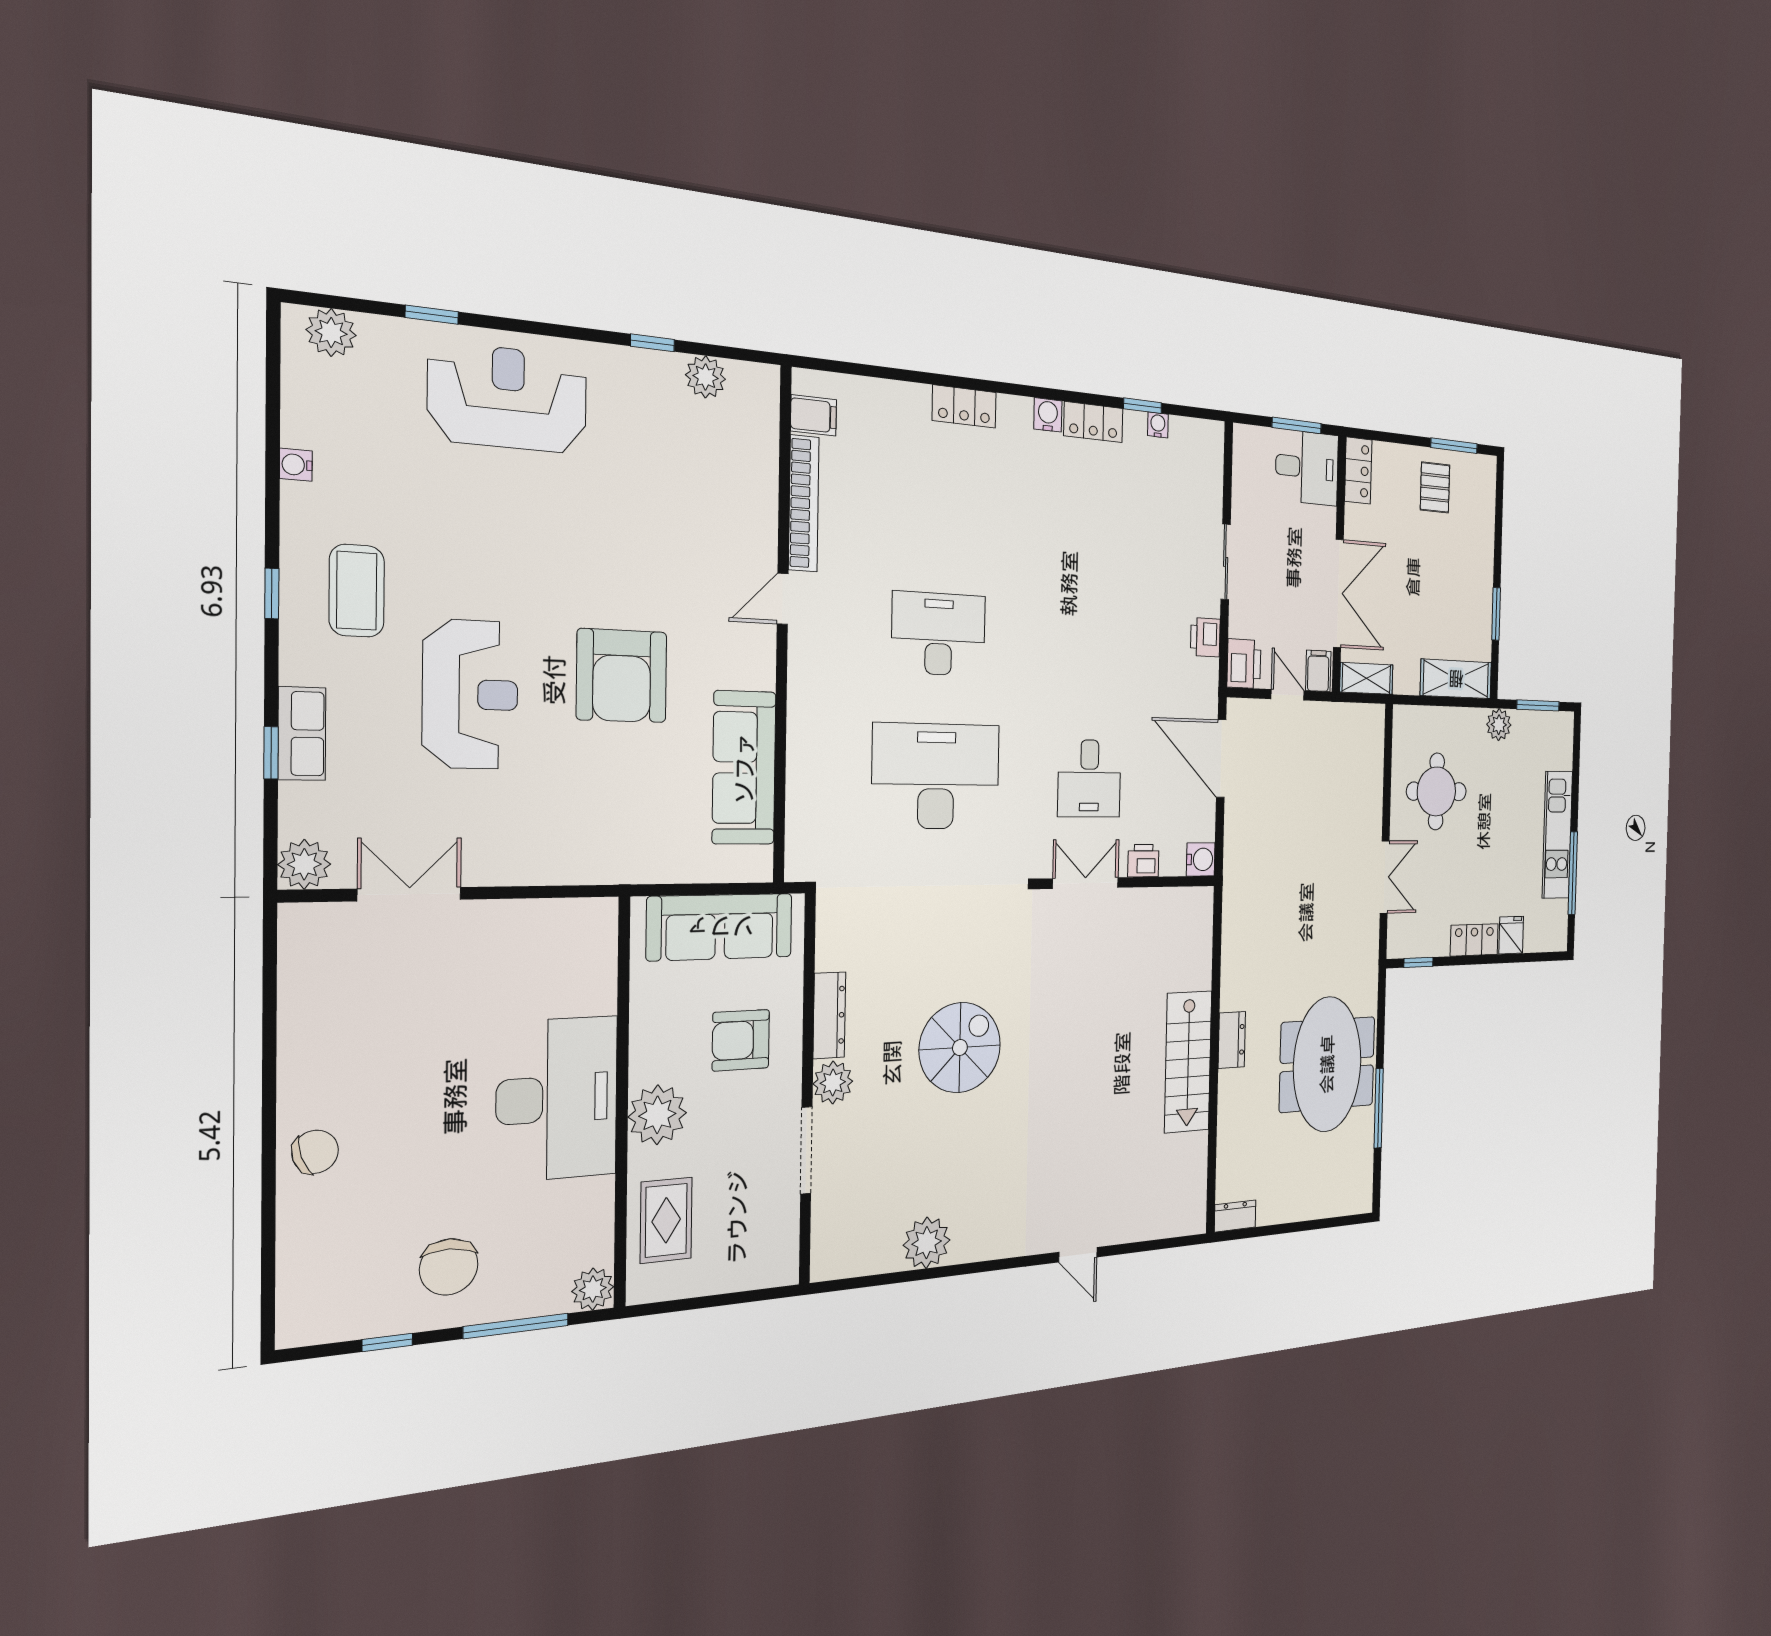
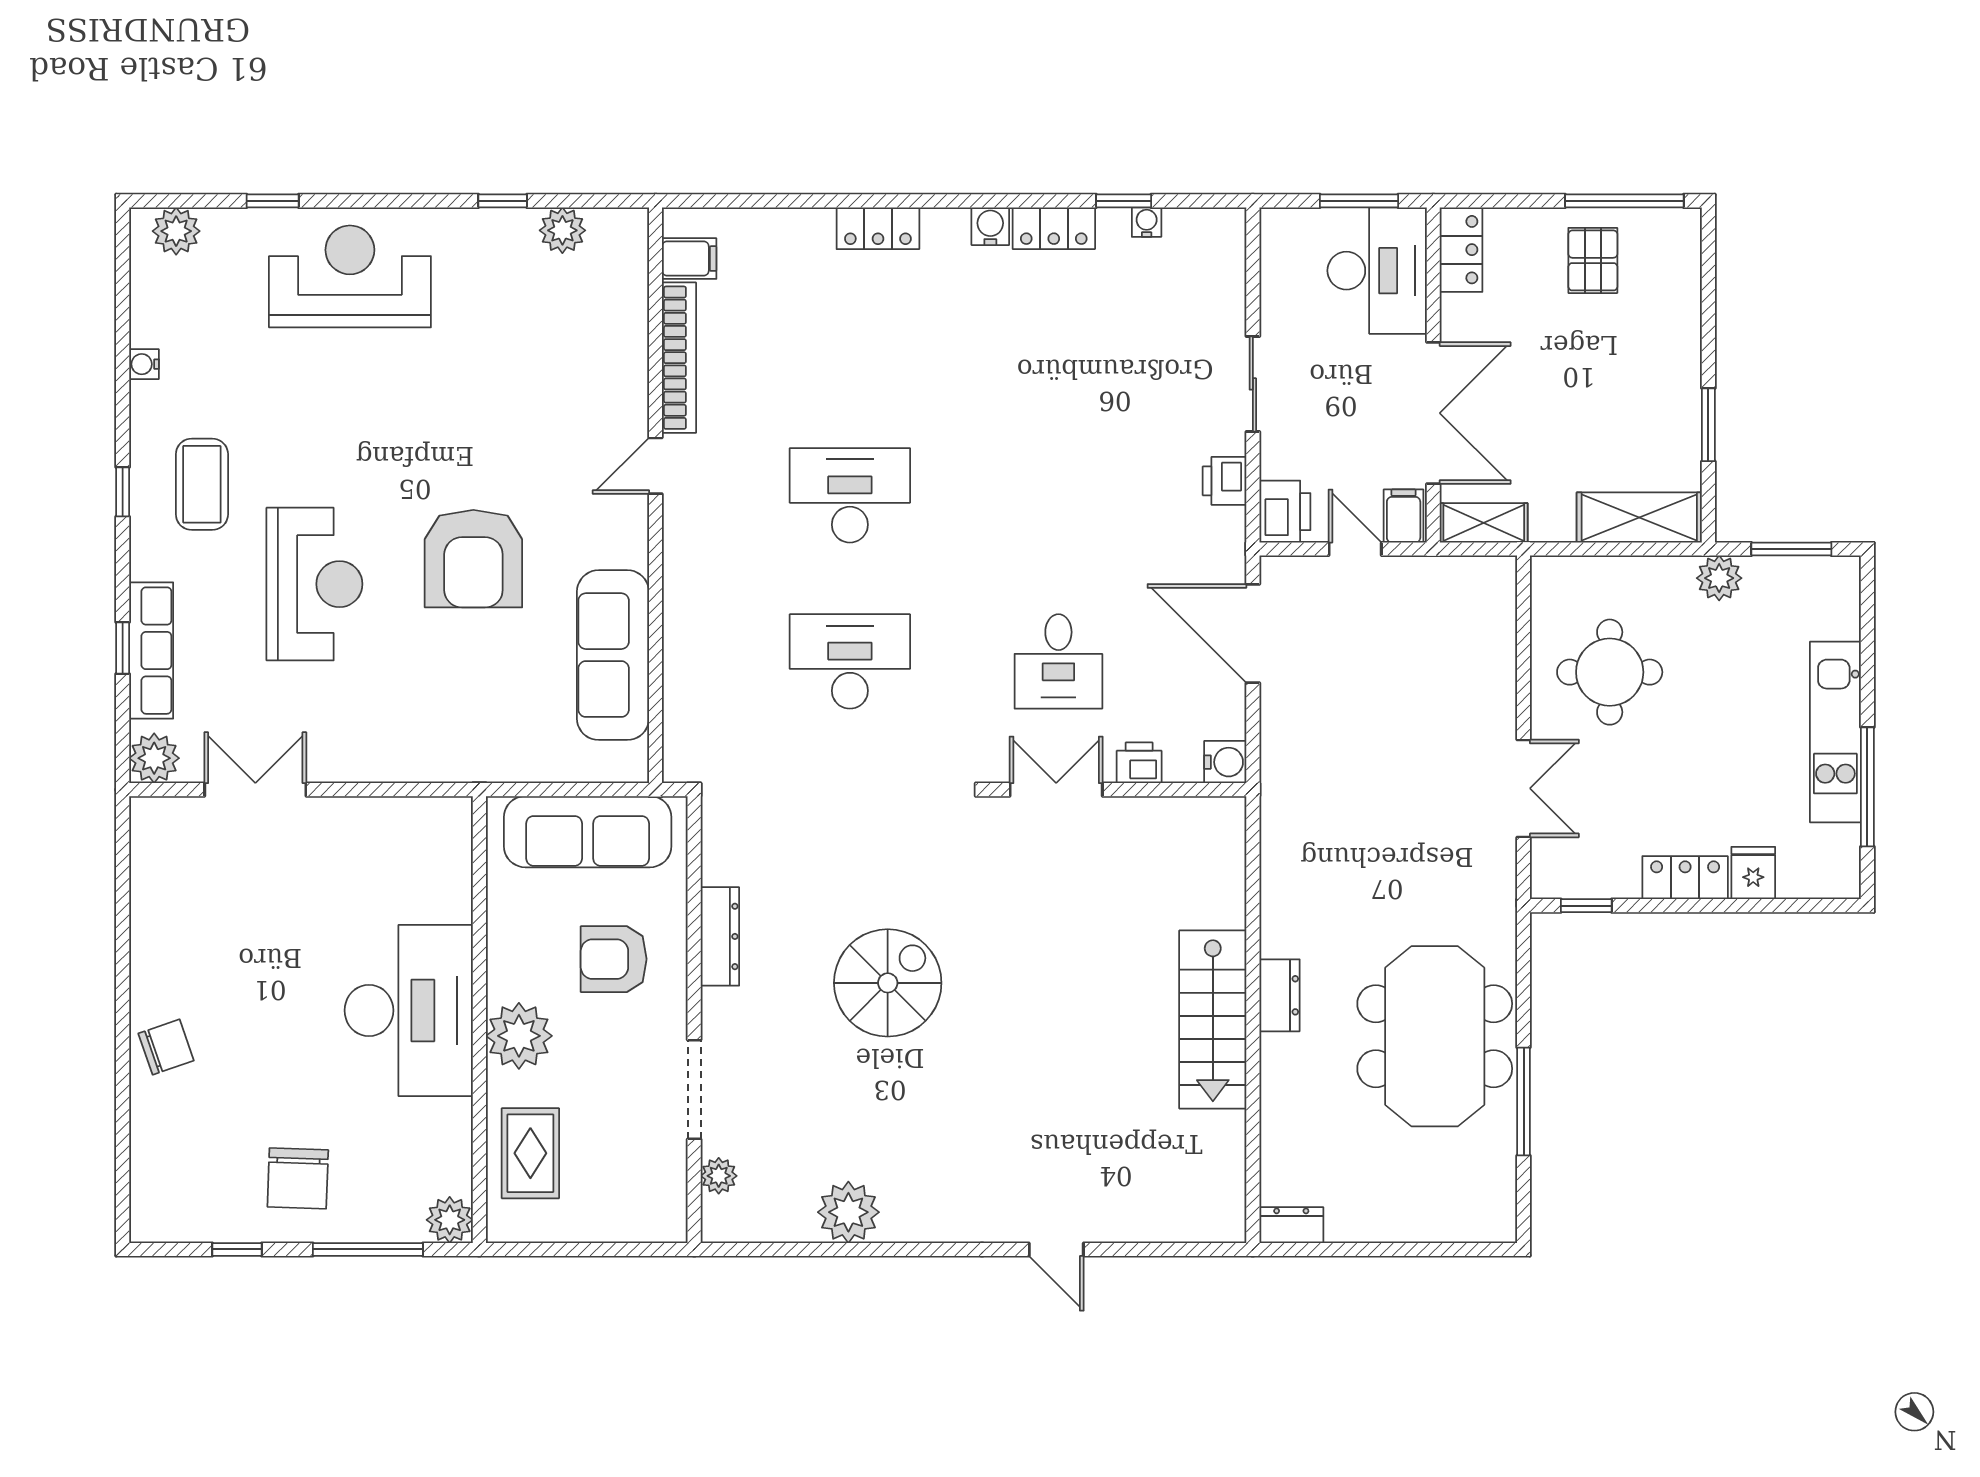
window: (1454, 446) -> (1624, 201), width x1.44
desk: (1307, 468) -> (1377, 271), width x1.37
row of seats: (302, 734) -> (151, 651), width x1.48
desk: (936, 776) -> (850, 661), width x0.73, depth x0.77
plant: (833, 1083) -> (719, 1176), moved, width x0.73, depth x0.73

